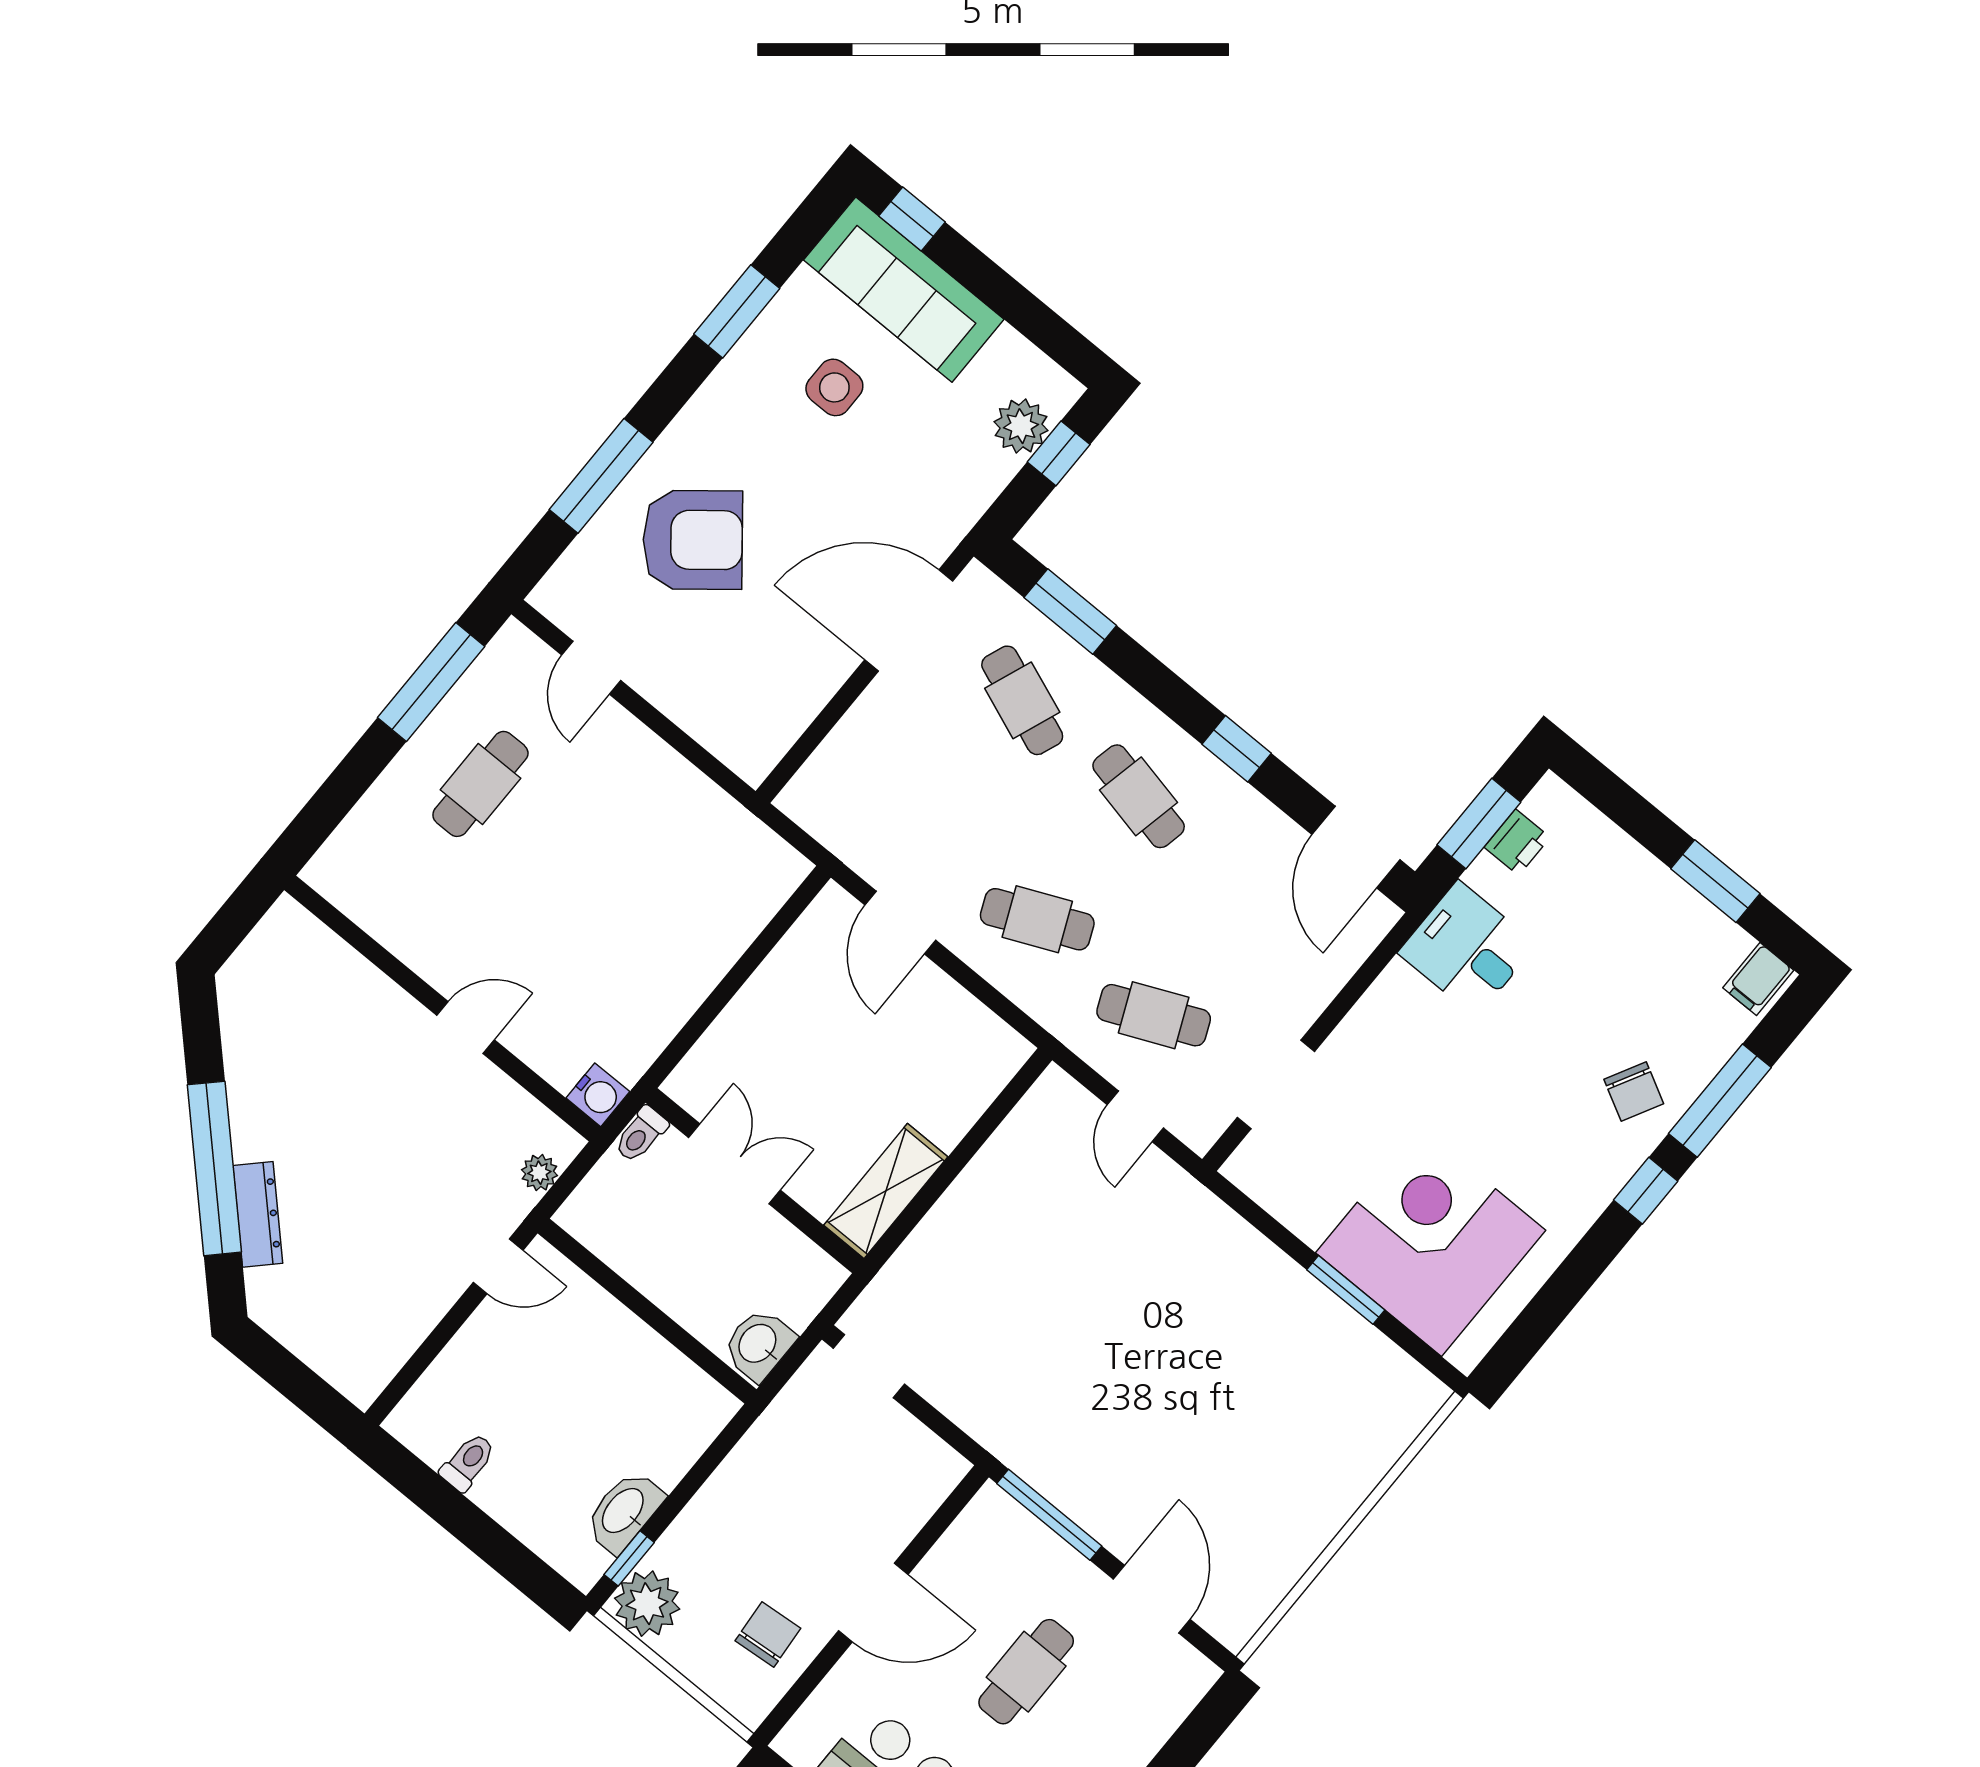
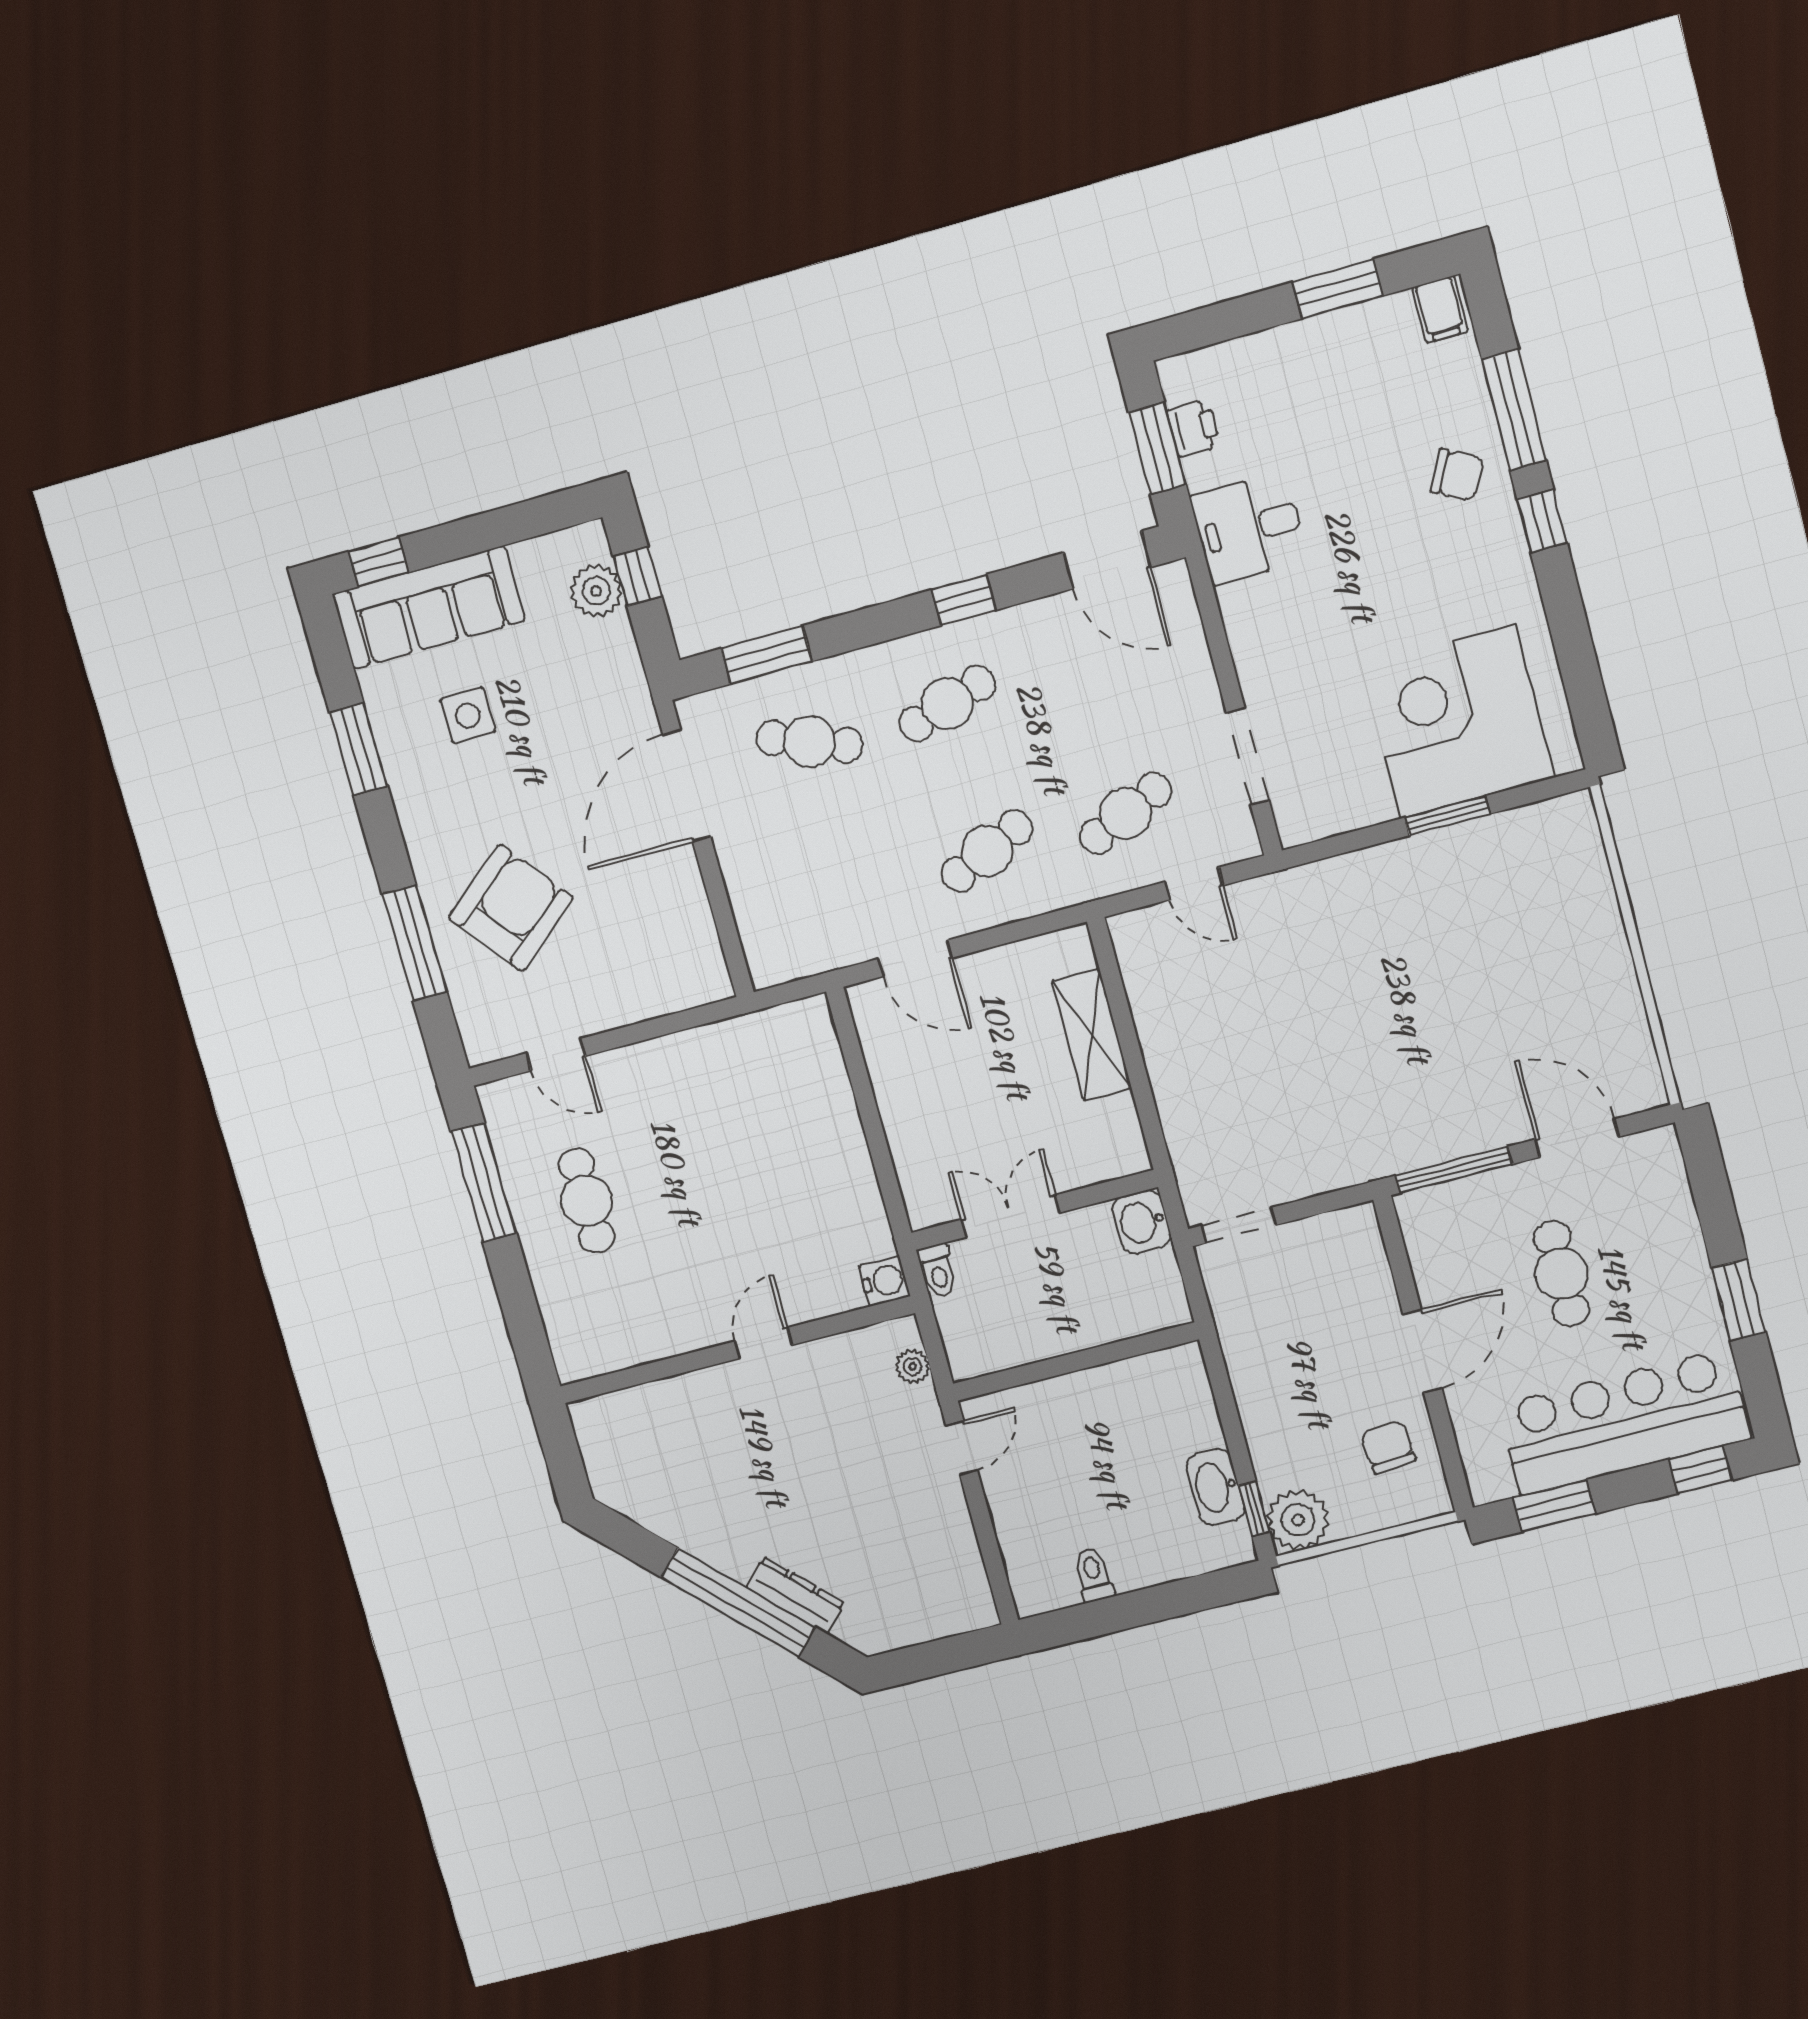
cafe table: (1139, 796) -> (947, 704), turned -30
shelving: (886, 1191) -> (1092, 1035), moved
washbasin: (759, 1344) -> (1142, 1222), moved

